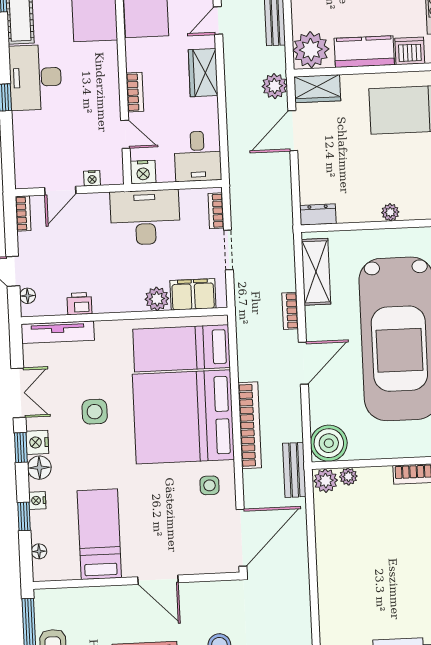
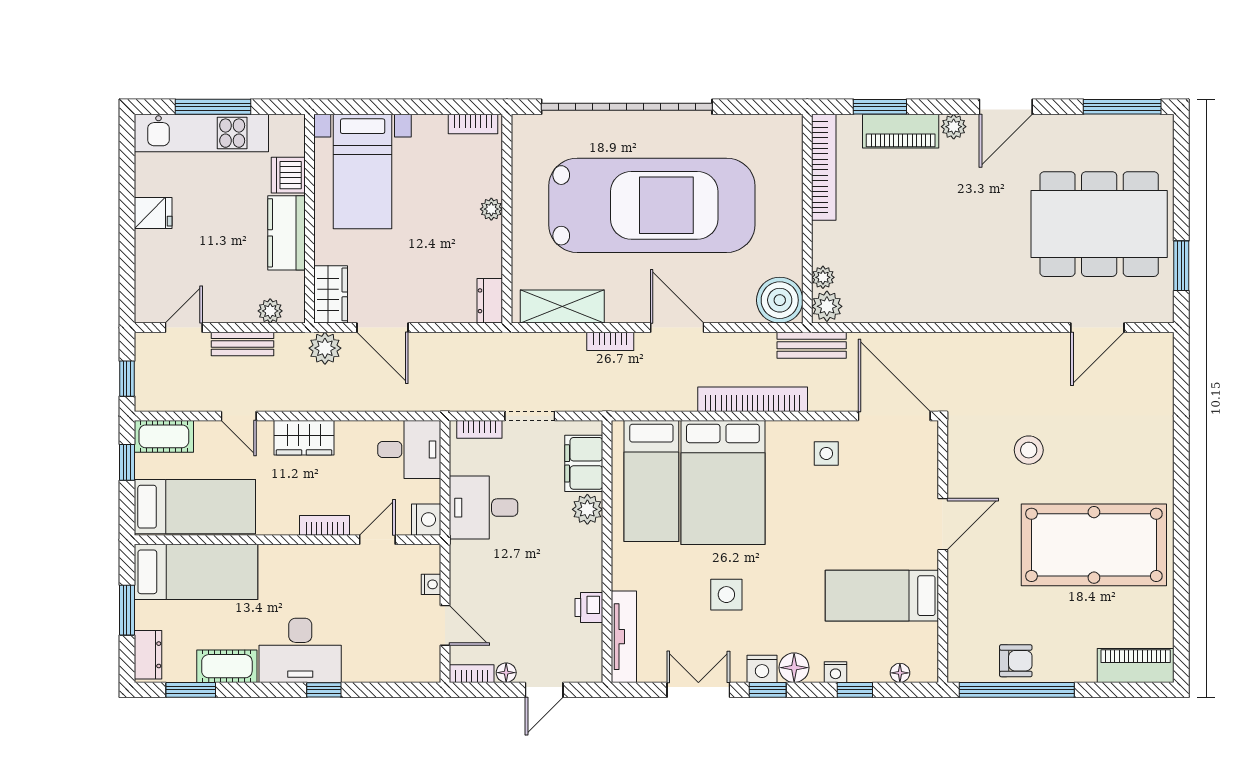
plant: (311, 50) -> (270, 311), width x0.53, depth x0.53
desk: (145, 217) -> (484, 508), width x0.73
floor lamp: (28, 296) -> (506, 673), moved
bed: (183, 417) -> (723, 482), width x0.73

